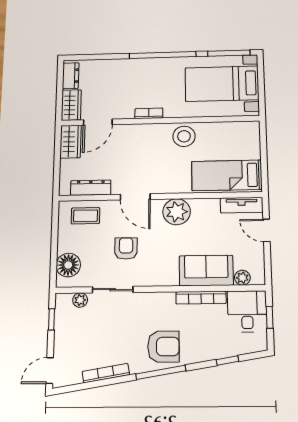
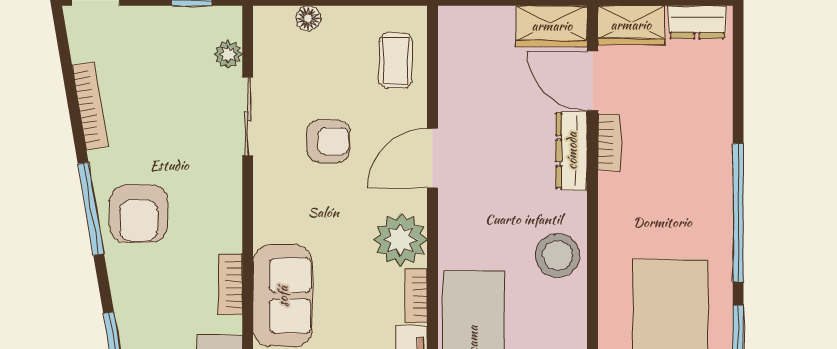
bookcase: (149, 113) -> (609, 142), moved
dresser: (91, 188) -> (572, 151), moved, turned 180
bookcase: (205, 203) -> (416, 296), added
floor lamp: (68, 265) -> (308, 18), width x0.53, depth x0.53
bookcase: (201, 298) -> (230, 285), width x0.64

